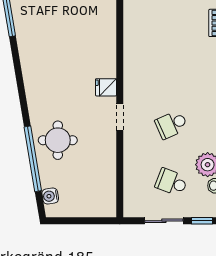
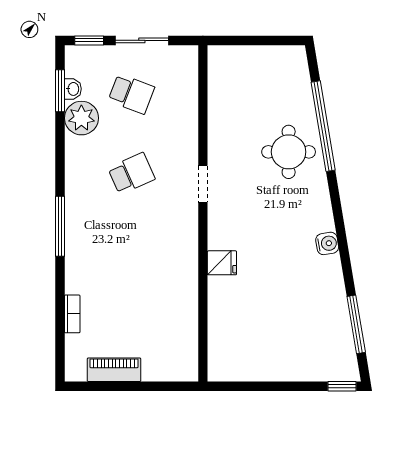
fridge: (106, 87) -> (222, 263), moved
water cooler: (50, 196) -> (327, 243), moved

